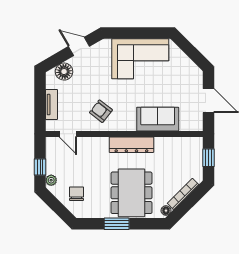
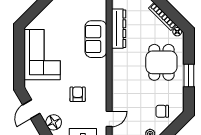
armchair: (101, 111) -> (78, 94), moved, turned 142
dresser: (131, 145) -> (119, 29), moved
dining table: (131, 193) -> (161, 62), width x0.73

